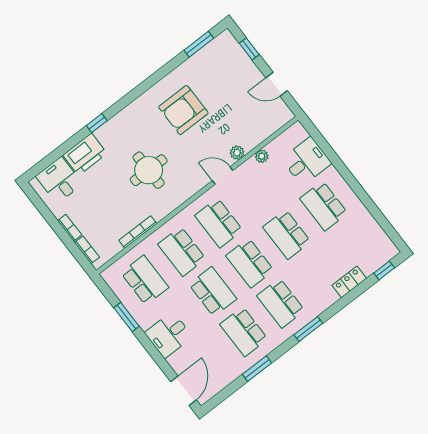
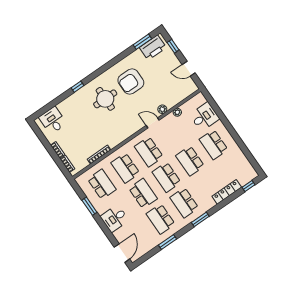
printer: (85, 154) -> (153, 48), moved
round table: (149, 170) -> (105, 99), moved
locker: (349, 282) -> (227, 192), width x1.53

